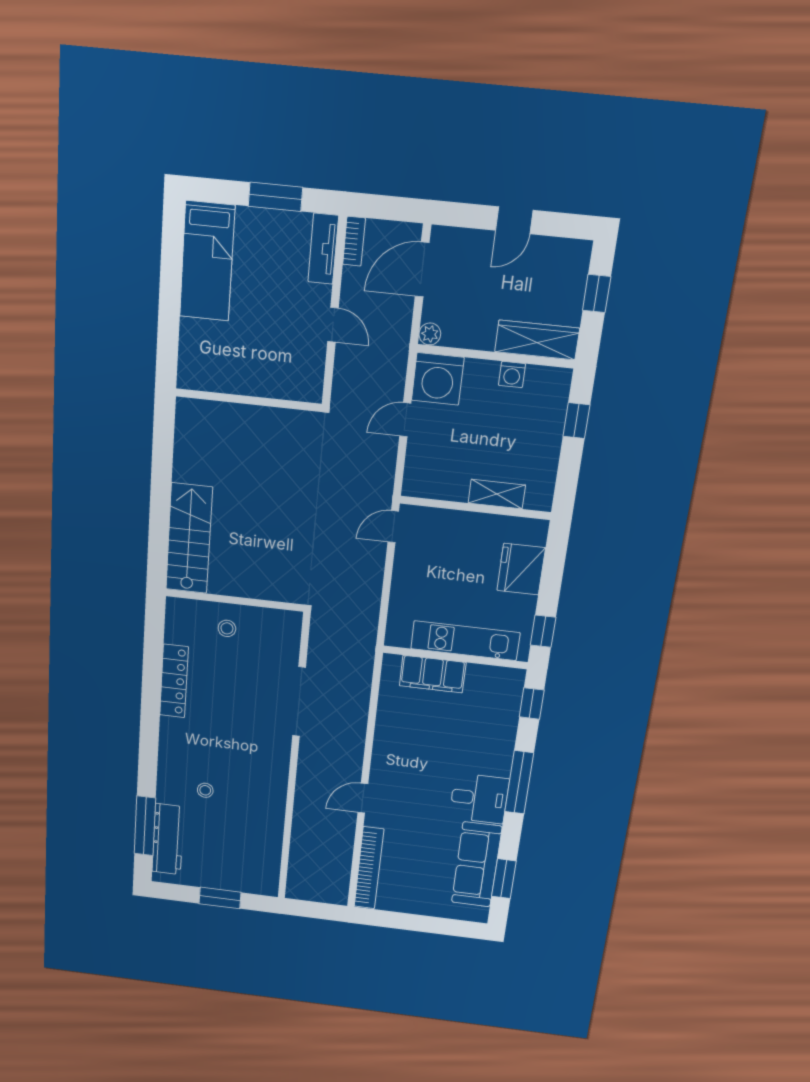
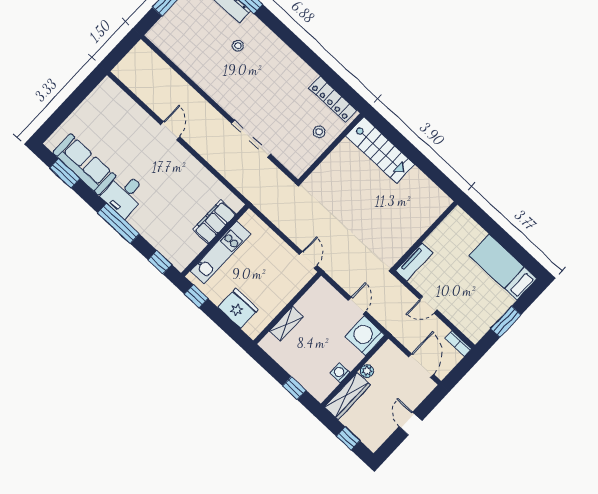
tv unit: (323, 249) -> (414, 262), moved, turned 90
plant: (430, 334) -> (367, 371), moved
locker: (174, 681) -> (333, 99), moved
bookcase: (369, 868) -> (125, 102), removed

